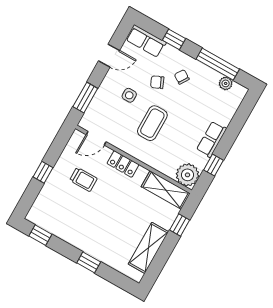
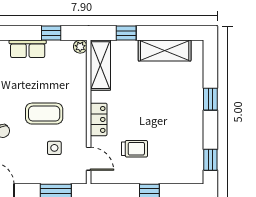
side table: (129, 95) -> (54, 148), moved
plant: (187, 175) -> (80, 47), width x0.53, depth x0.53
trolley: (83, 179) -> (135, 149), turned 90

